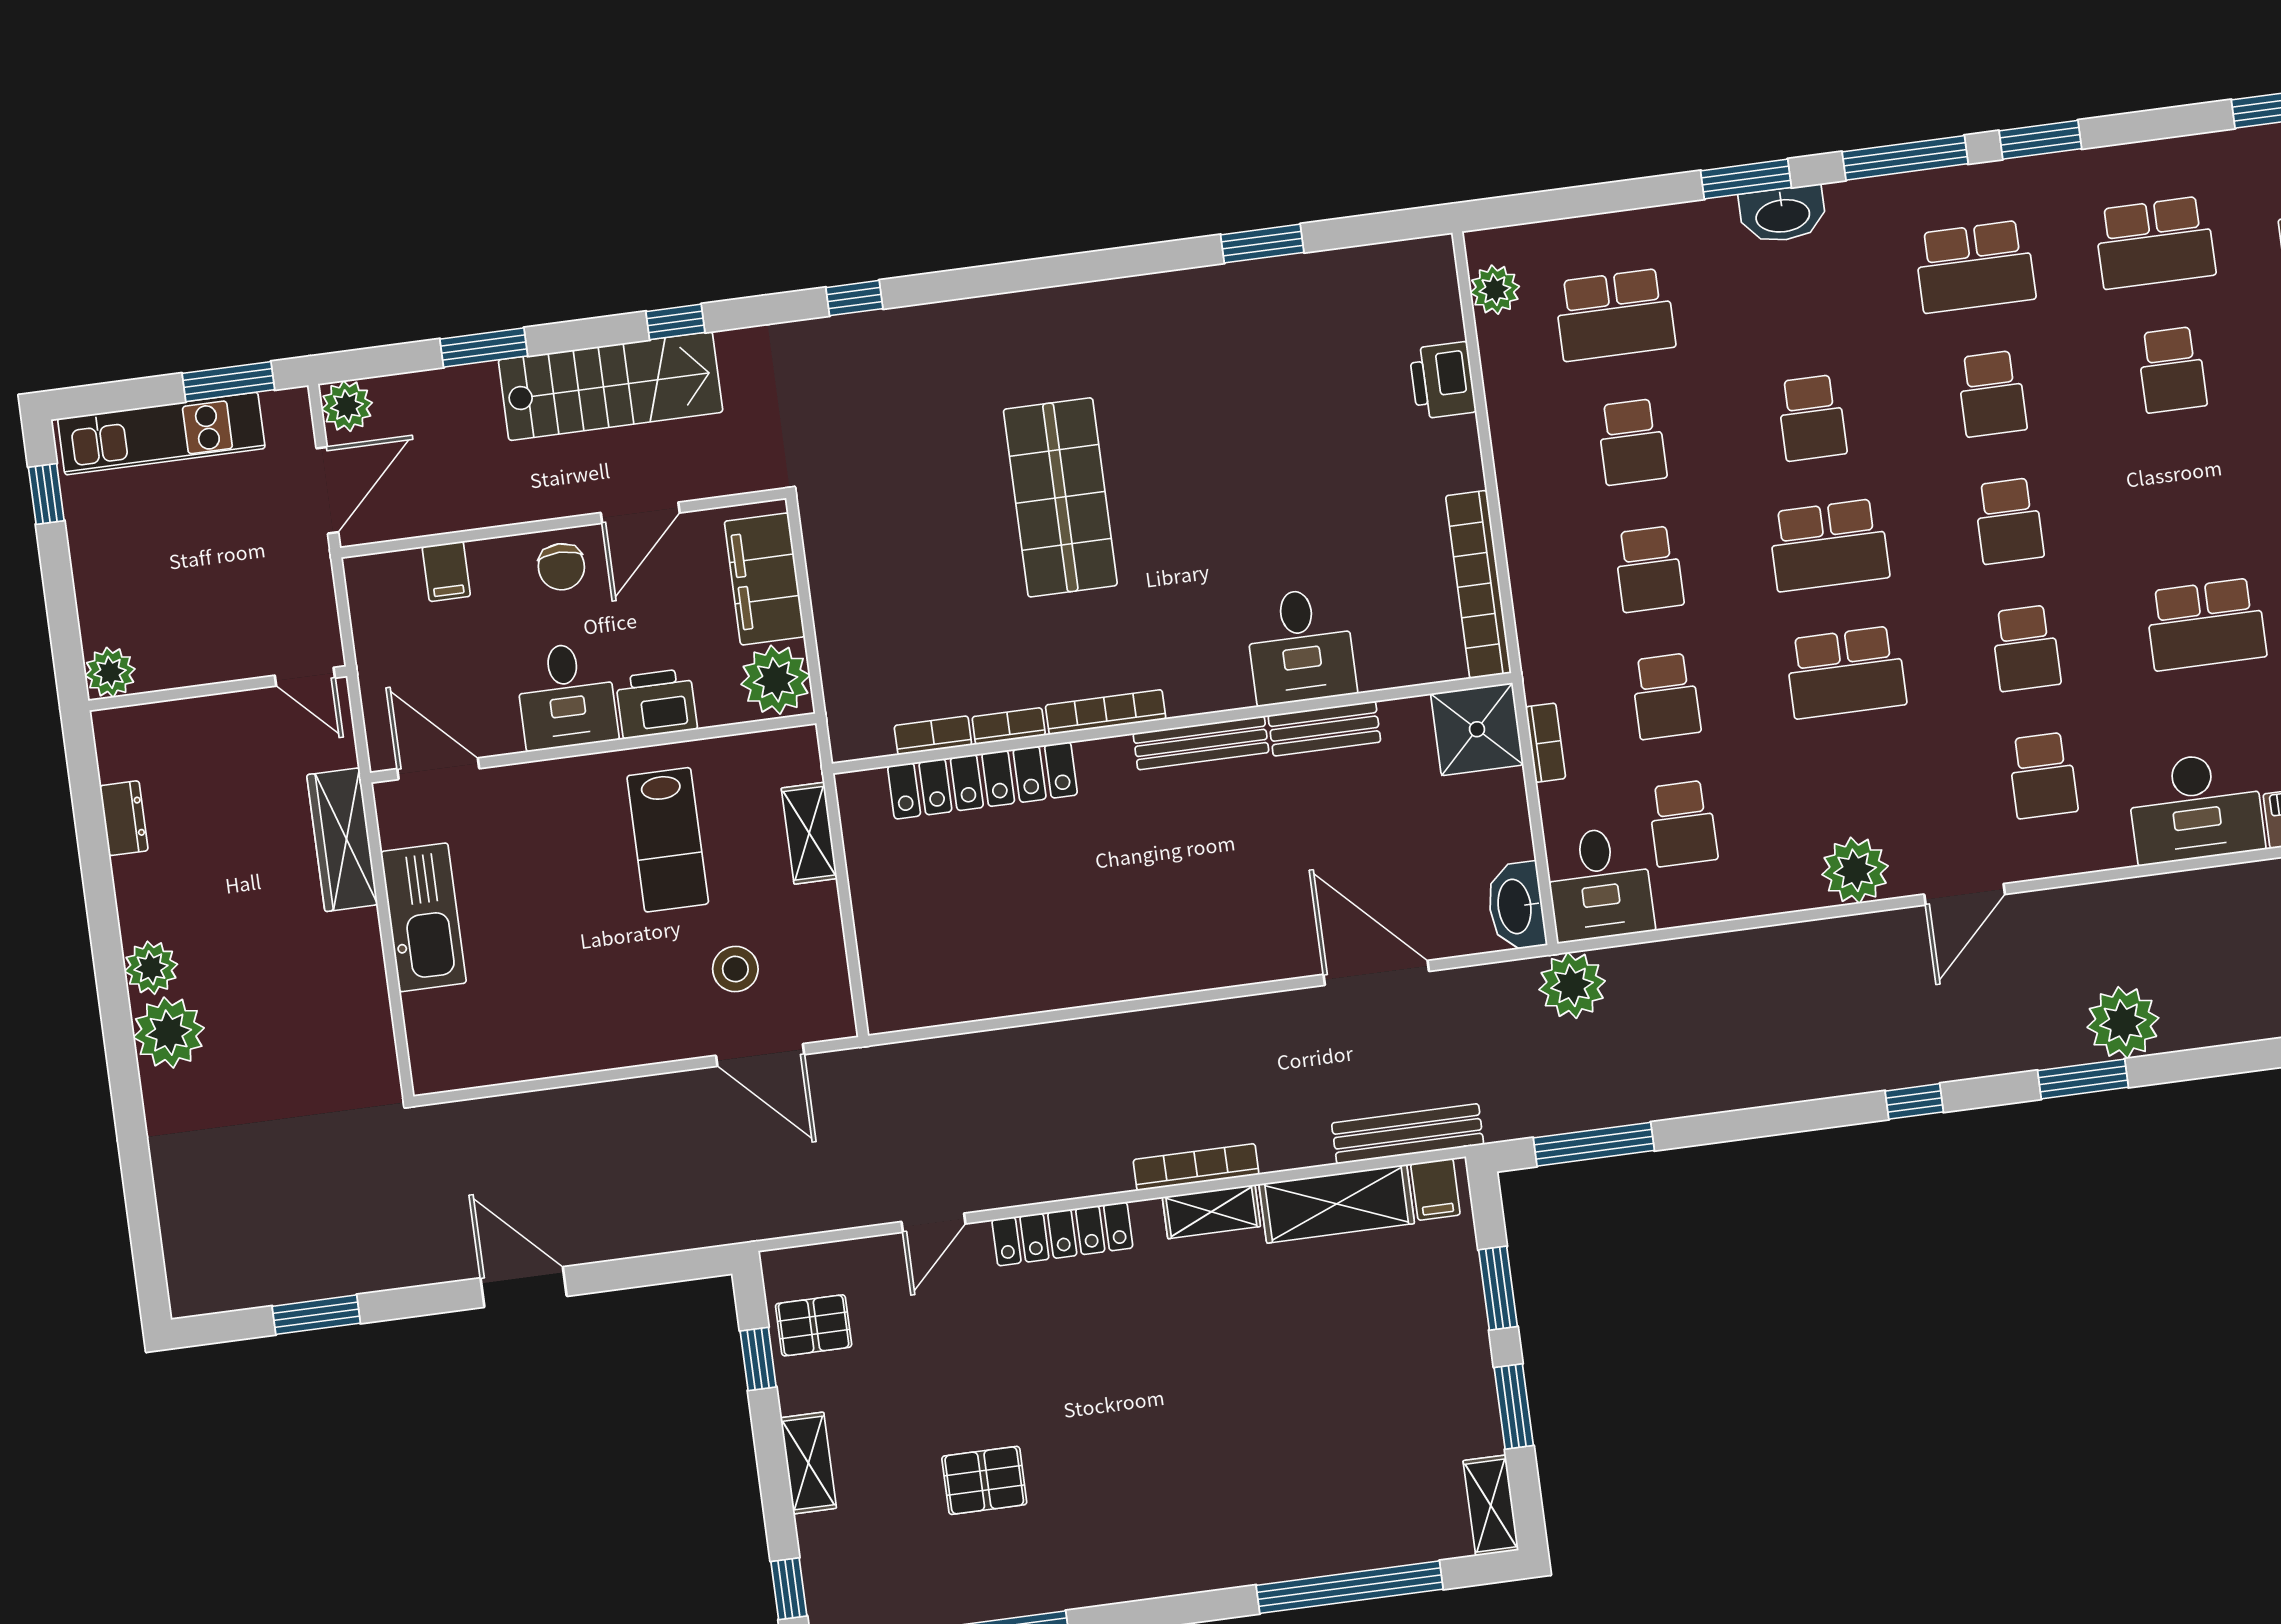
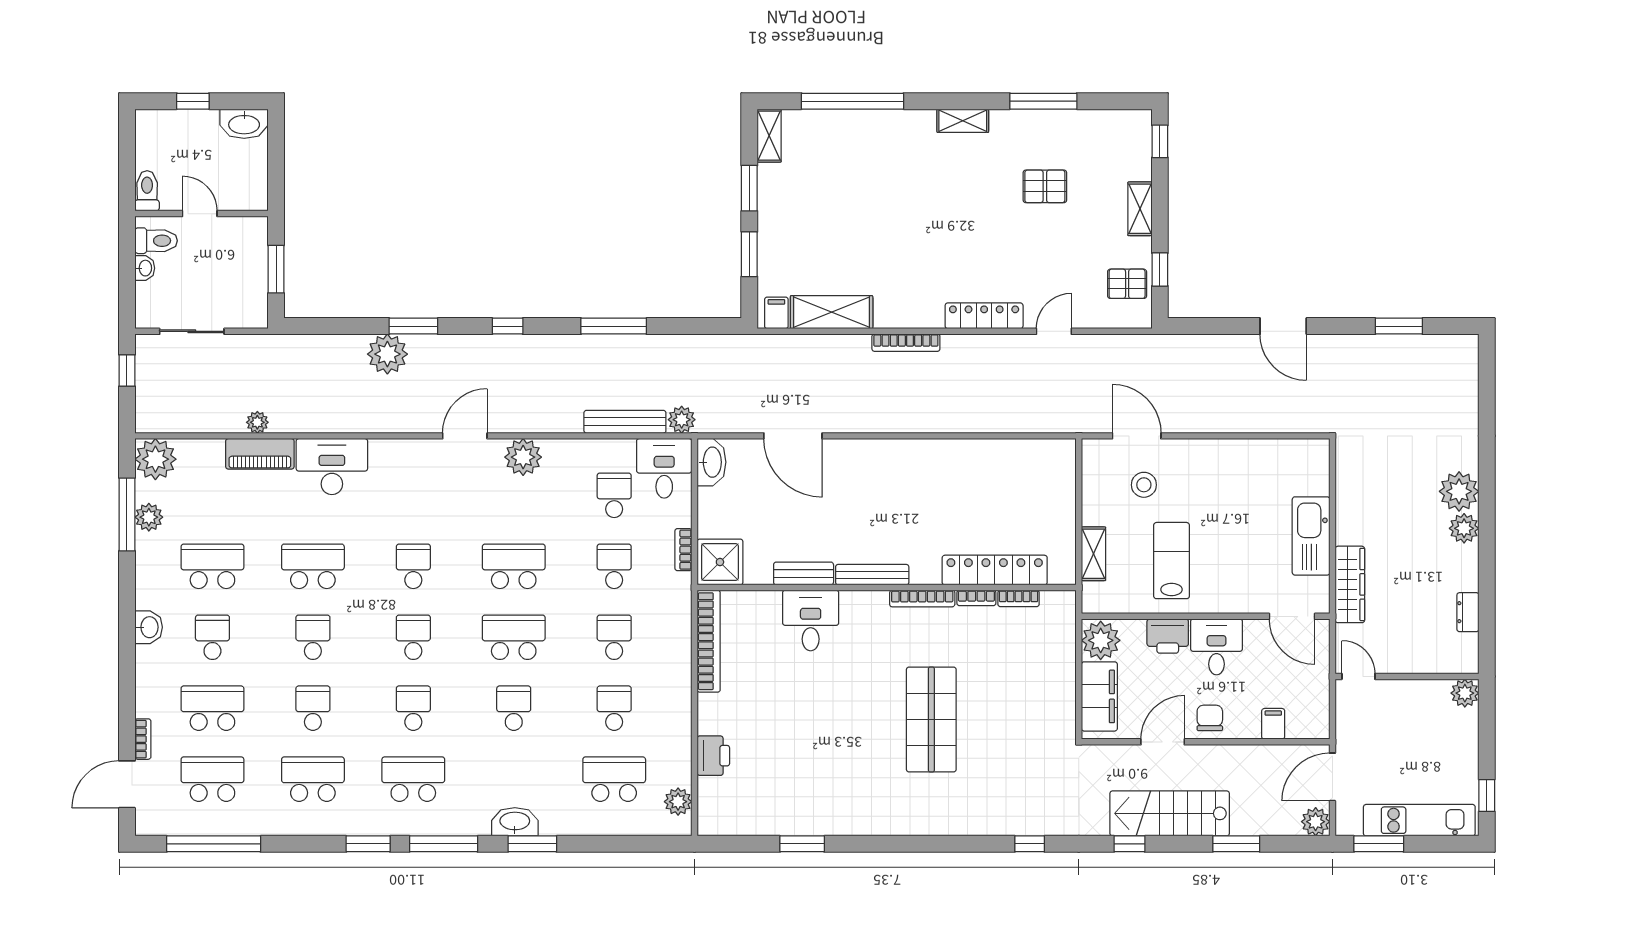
school desk: (2043, 775) -> (313, 637), moved
plant: (1572, 985) -> (682, 420), width x0.73, depth x0.73
bench: (1408, 1134) -> (625, 422), moved
window: (1594, 1144) -> (614, 326), moved
shelving: (1211, 1212) -> (963, 121), moved

